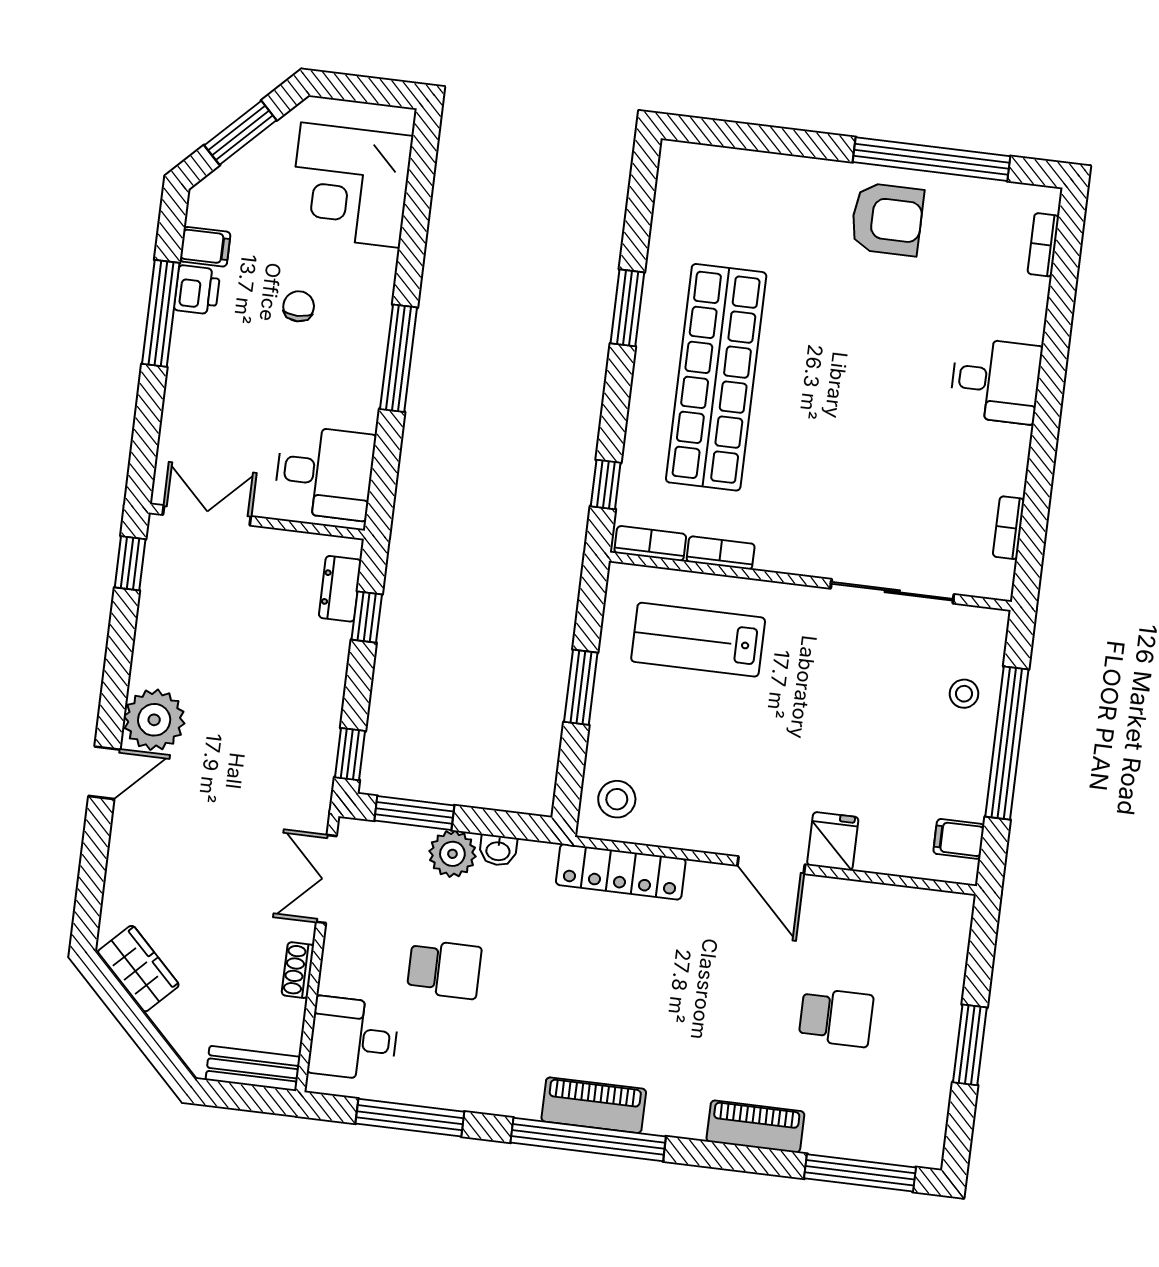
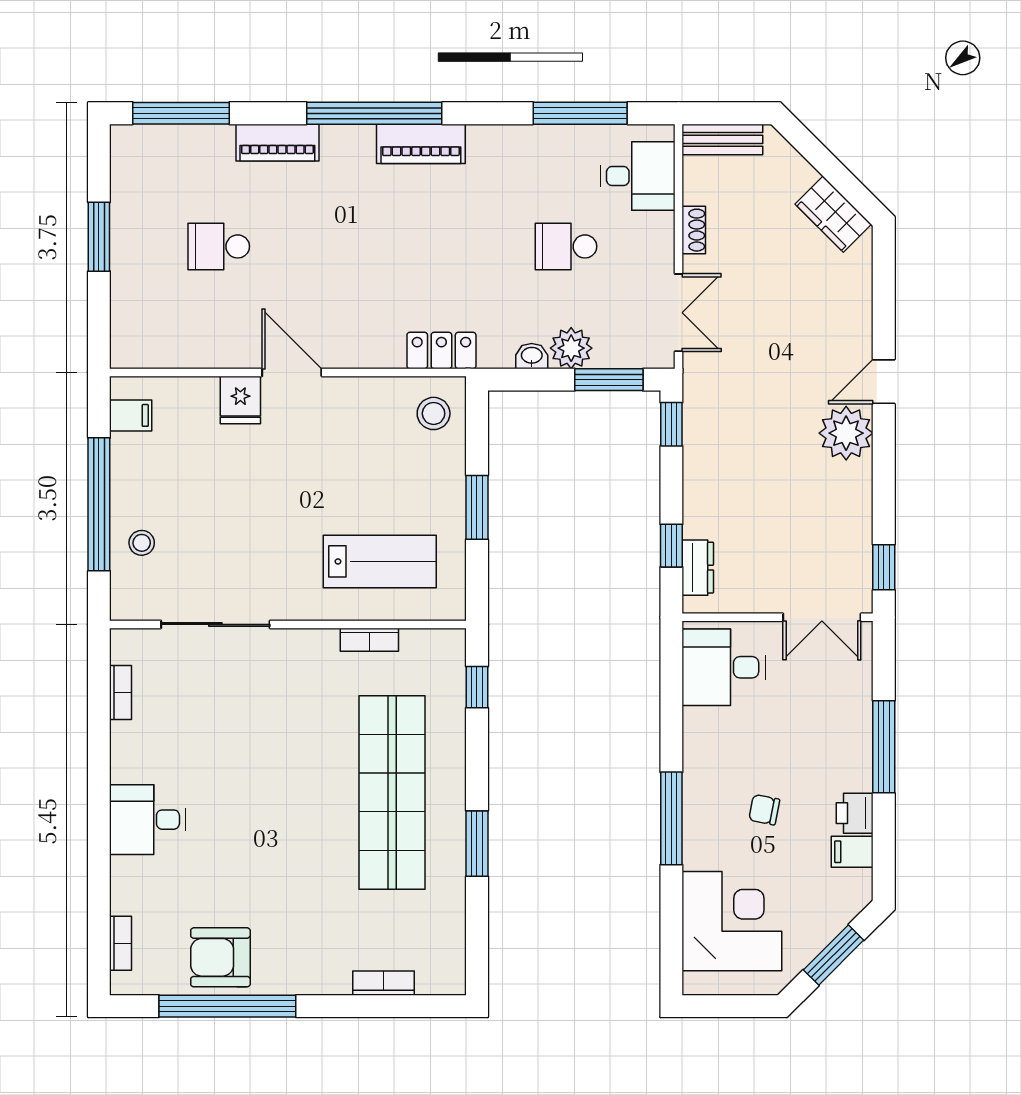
armchair: (887, 219) -> (220, 957), moved
chair: (299, 306) -> (764, 810), turned 101
window: (161, 313) -> (884, 747), moved
window: (399, 358) -> (671, 818), moved
bookcase: (650, 543) -> (384, 983), moved, turned 180
locker: (621, 872) -> (441, 351), width x0.66
window: (588, 1139) -> (374, 113), moved

